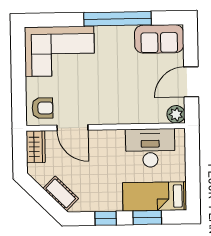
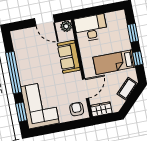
window: (53, 20) -> (21, 112), added
sofa: (159, 39) -> (69, 57), moved, turned 180
desk: (150, 148) -> (91, 28), moved, turned 90
bed: (155, 196) -> (114, 62), moved, turned 90

